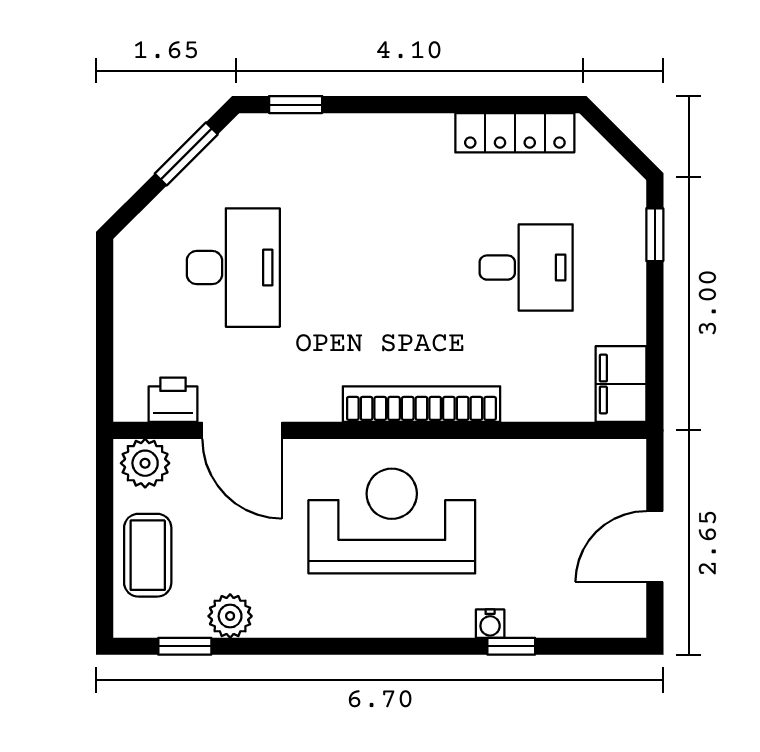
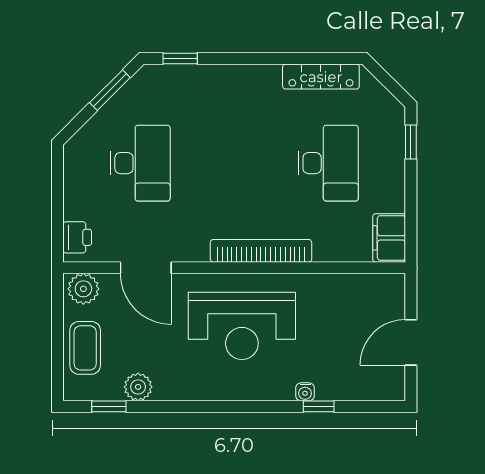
desk: (526, 268) -> (328, 163), width x1.37
printer: (173, 400) -> (77, 237), moved, turned 90
reception desk: (392, 521) -> (242, 326), turned 180

